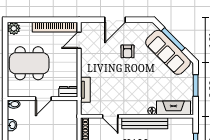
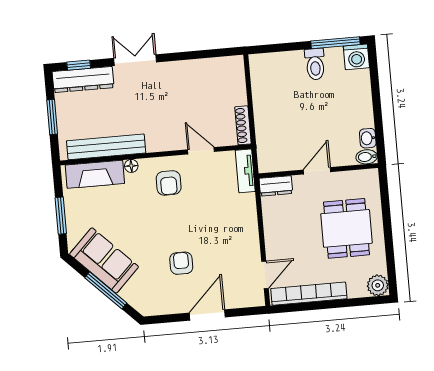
sofa: (168, 52) -> (104, 260), width x0.73
dining table: (29, 63) -> (346, 228), width x0.73
tv unit: (85, 90) -> (245, 171), moved
armchair: (131, 99) -> (169, 183), added
bench: (145, 123) -> (106, 147), moved
washbasin: (12, 125) -> (368, 138), moved

